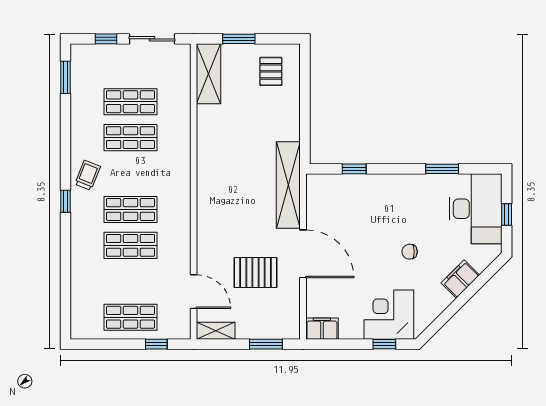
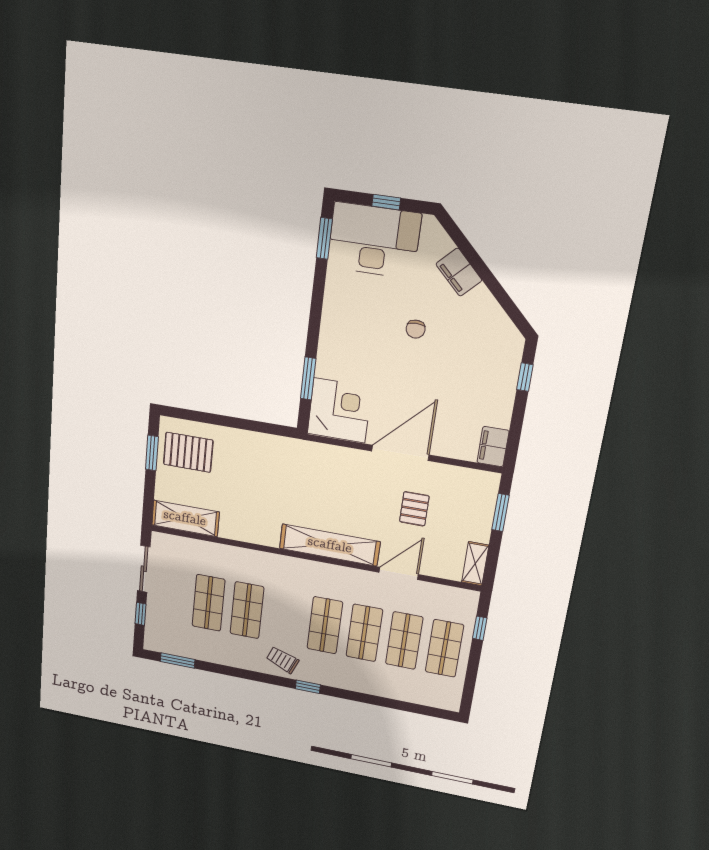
window: (239, 39) -> (152, 453), moved
pallet: (271, 71) -> (188, 452), width x1.50, depth x1.42
window: (354, 169) -> (308, 378), width x1.50
window: (442, 169) -> (324, 238), moved
shelving: (288, 185) -> (330, 545), moved
pallet: (256, 273) -> (414, 509), width x0.67, depth x0.71
shop shelf: (130, 281) -> (404, 641), added
door: (194, 292) -> (399, 573), moved
corner desk: (389, 315) -> (339, 410), moved, turned 180

